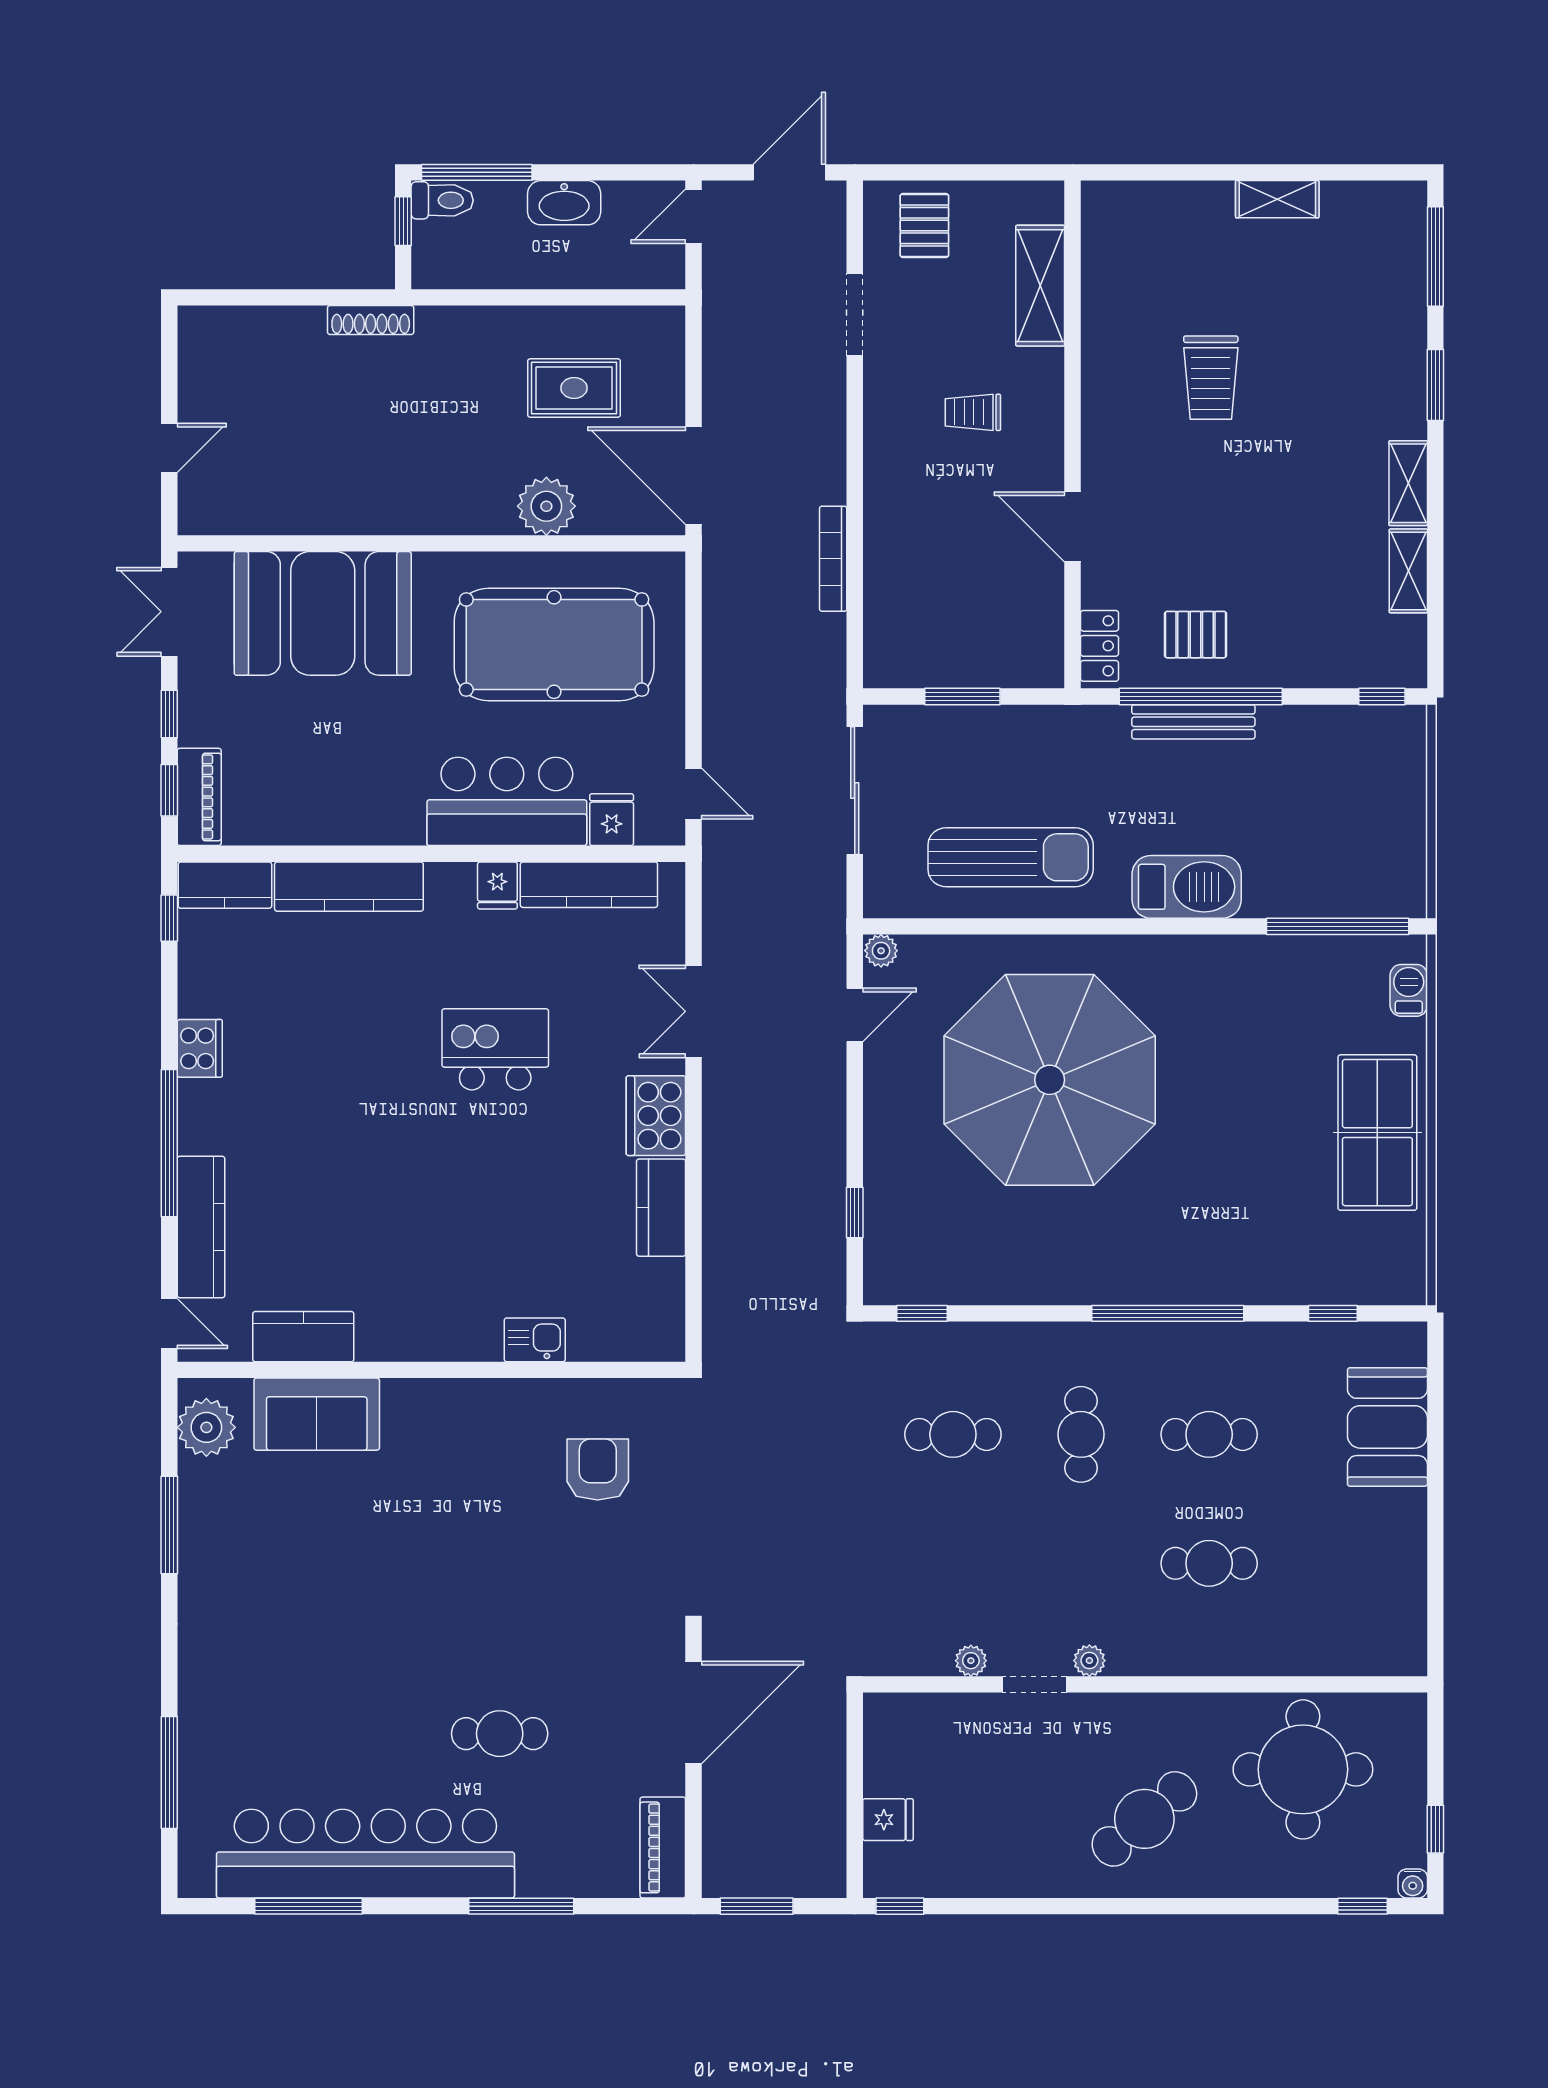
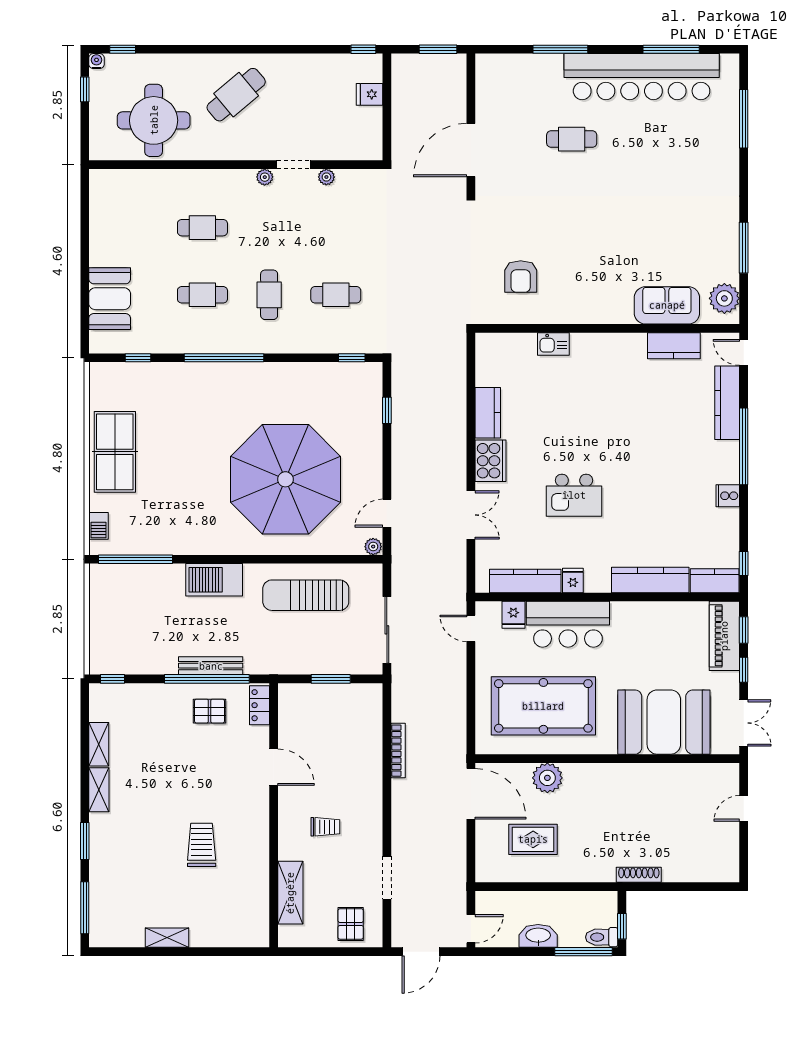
piano: (199, 797) -> (724, 636), width x1.37, depth x1.33
cooker: (200, 1048) -> (728, 496), width x0.73
piano: (663, 1847) -> (487, 80), removed

